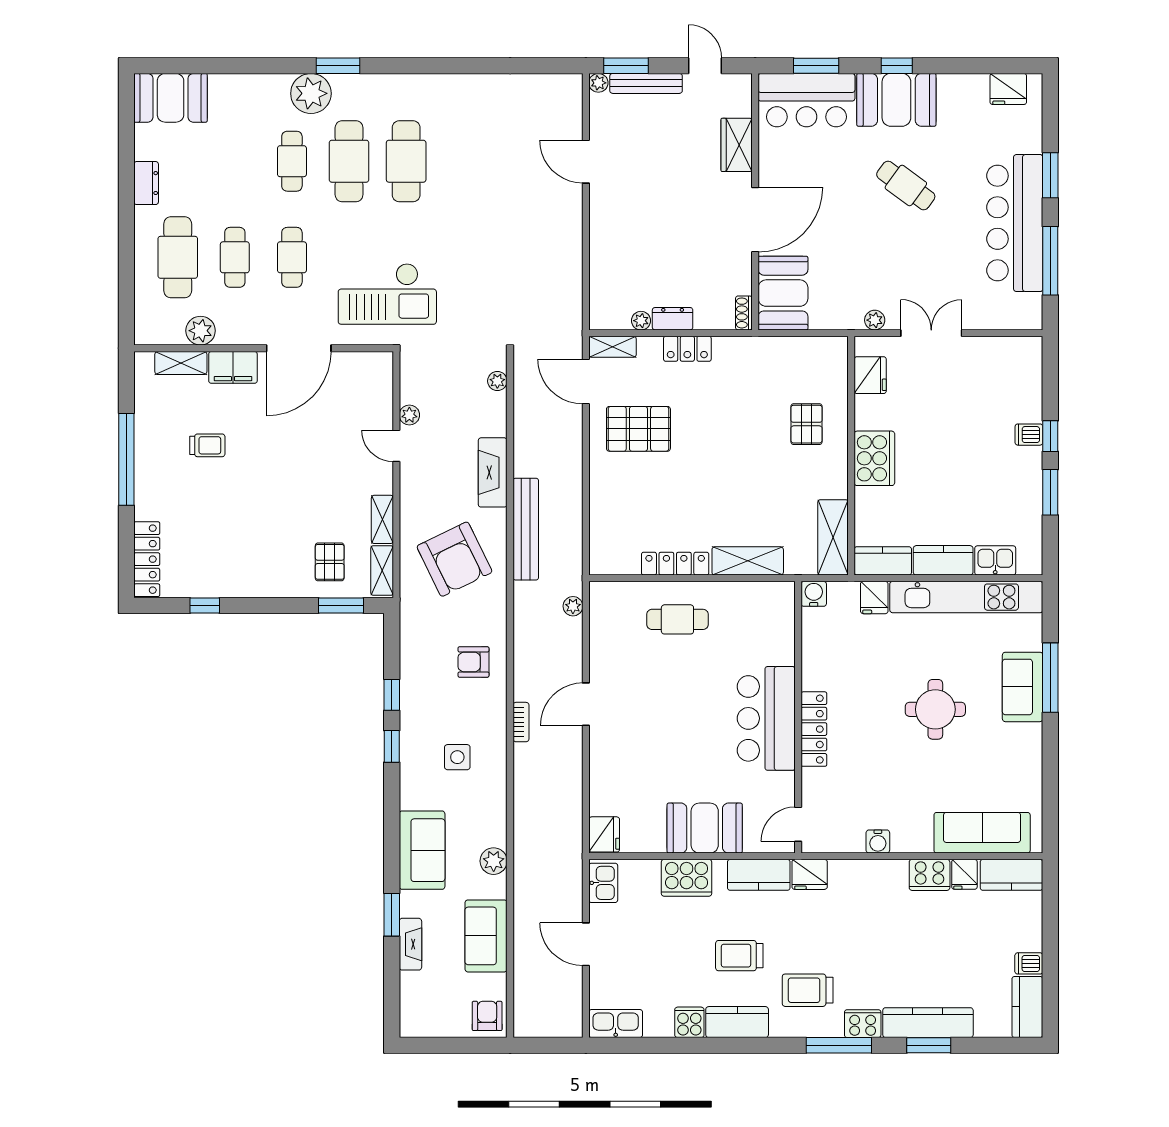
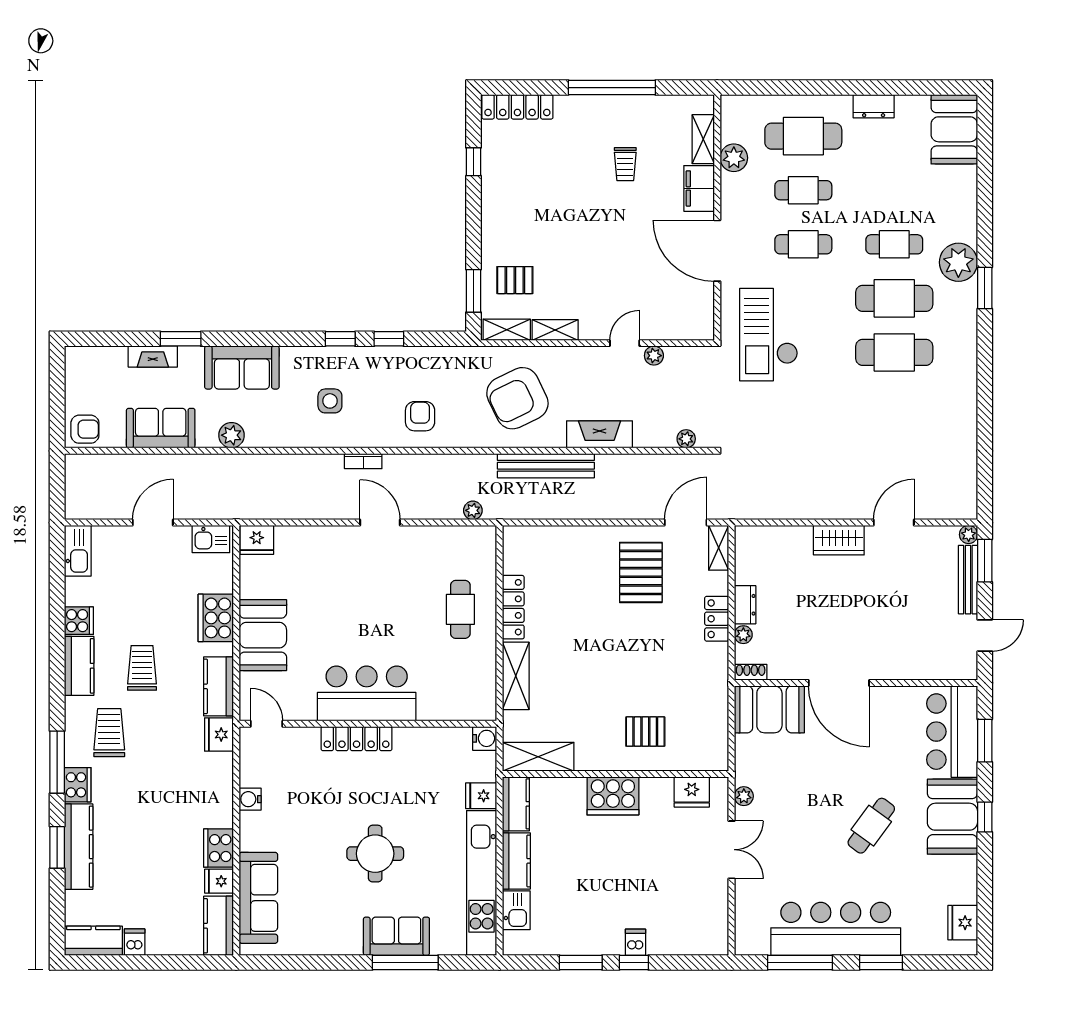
wardrobe: (737, 145) -> (839, 540), moved, turned 180
plant: (641, 321) -> (743, 635), moved

